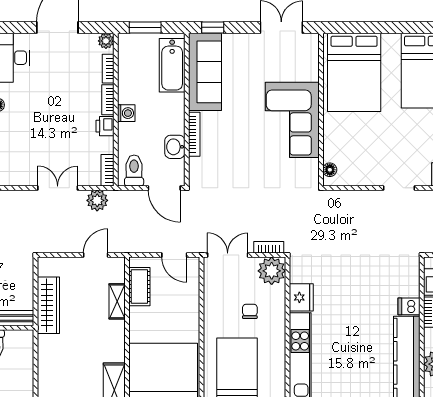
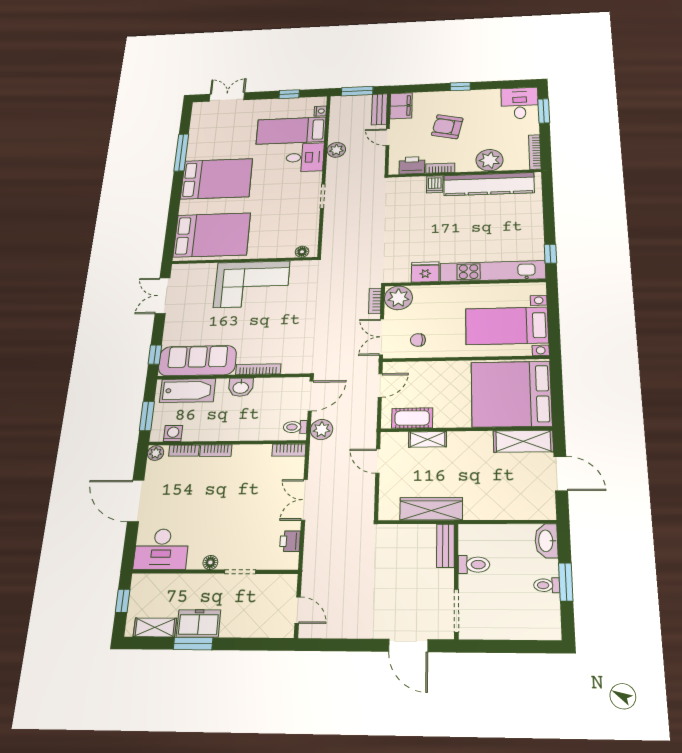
washing machine: (126, 113) -> (173, 433), moved
printer: (105, 126) -> (290, 541), moved, turned 90
washbasin: (175, 147) -> (241, 387), moved
toilet: (134, 170) -> (295, 427), width x0.73, depth x0.72
plant: (97, 200) -> (322, 430), moved
chair: (250, 311) -> (418, 340), moved

